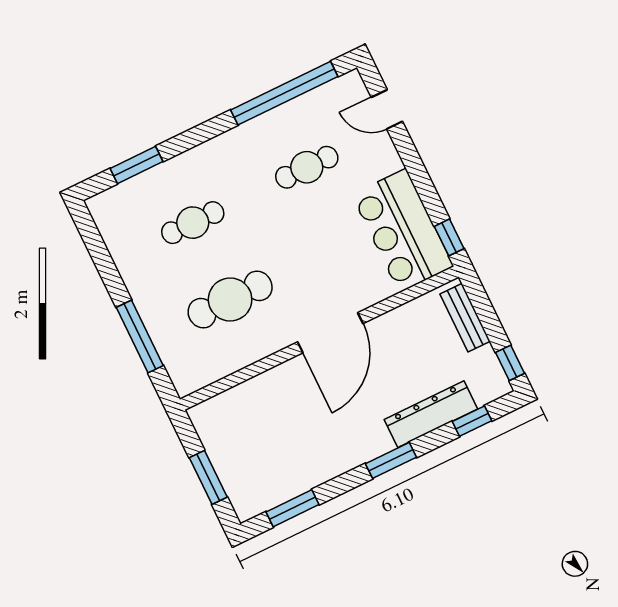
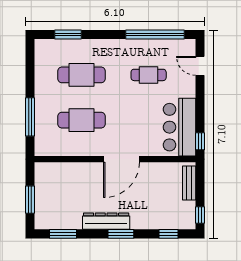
cafe table: (193, 223) -> (82, 75), width x1.37, depth x1.35
dresser: (431, 414) -> (106, 221), moved

